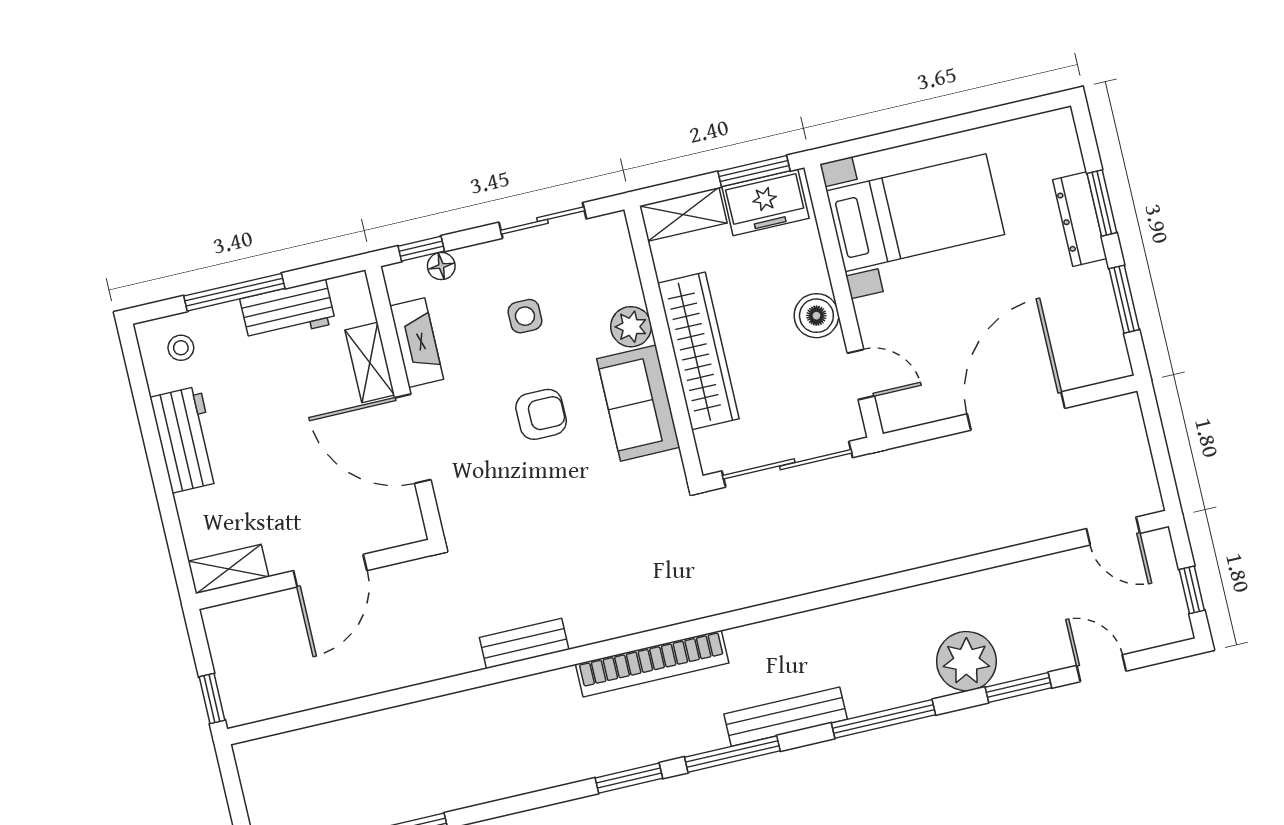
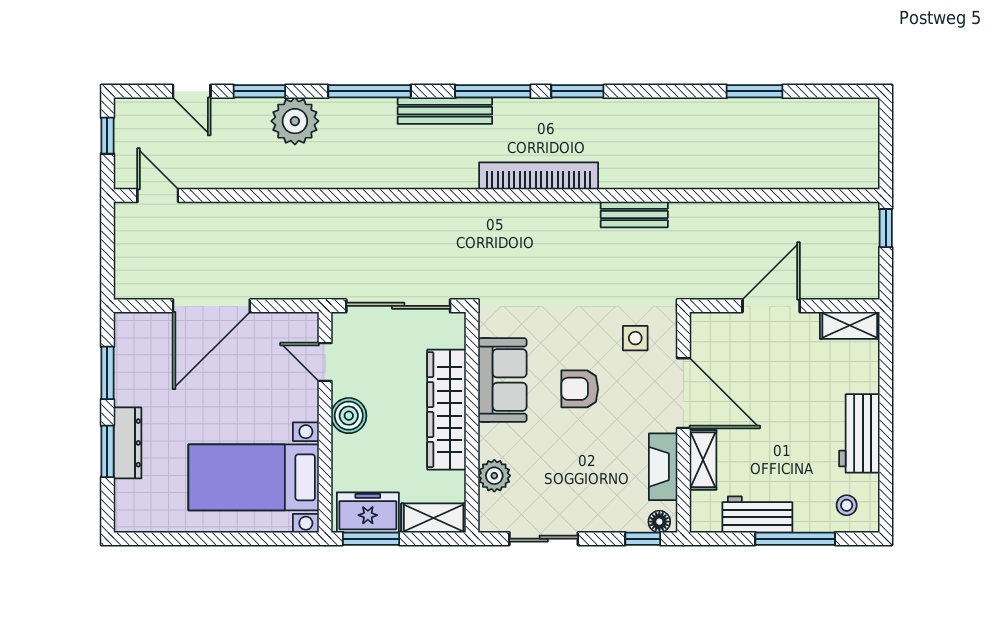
floor lamp: (441, 266) -> (659, 522), moved
side table: (525, 316) -> (635, 338), moved
plant: (631, 327) -> (494, 476), moved

